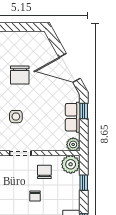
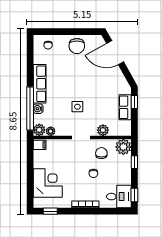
door: (70, 68) -> (115, 53), moved
chair: (20, 75) -> (77, 46), moved
plant: (73, 144) -> (103, 130), moved

